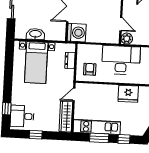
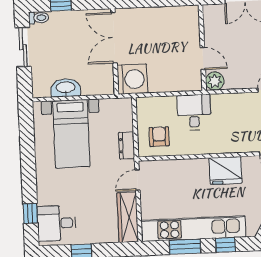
dresser: (70, 60) -> (127, 145), moved
desk: (121, 60) -> (194, 112), width x0.53, depth x0.77
kitchen unit: (97, 127) -> (193, 229), width x1.36

